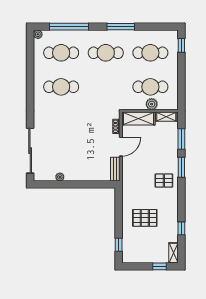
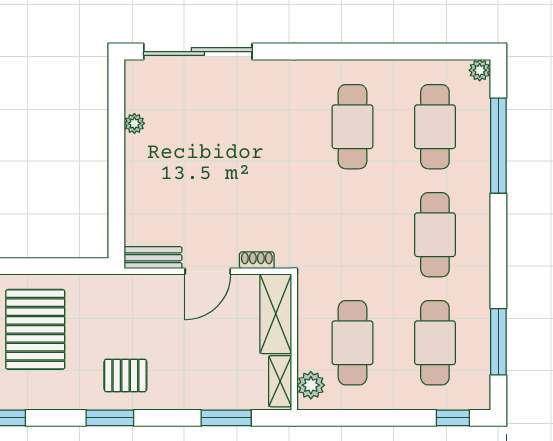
window: (121, 27) -> (498, 342), moved
plant: (152, 104) -> (311, 385), moved
door: (121, 147) -> (208, 271), hinge flipped
window: (181, 167) -> (110, 418), moved
pallet: (164, 181) -> (125, 375), turned 90
pallet: (145, 218) -> (35, 329), width x1.37, depth x1.41

